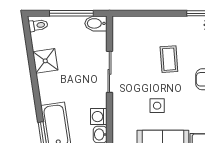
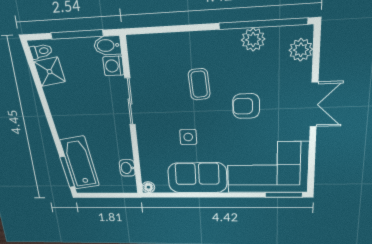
shower: (45, 61) -> (50, 72), moved
washing machine: (99, 117) -> (113, 66), moved

